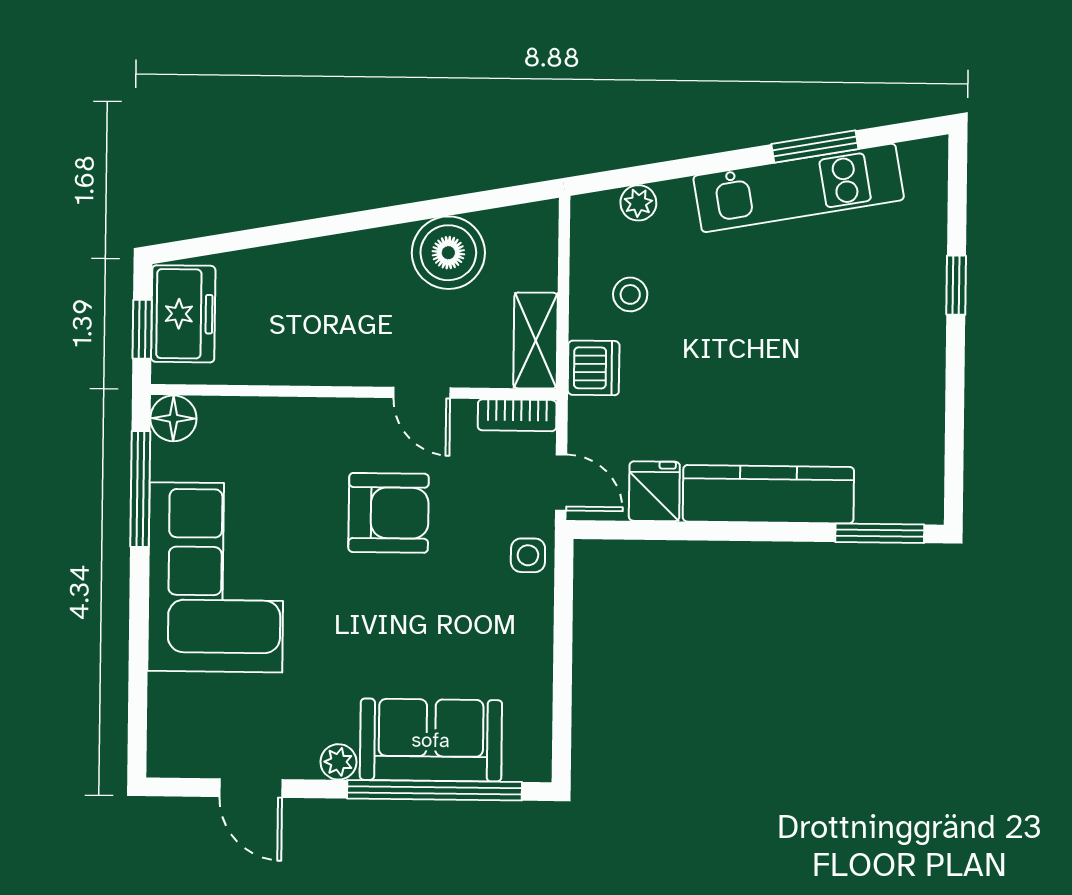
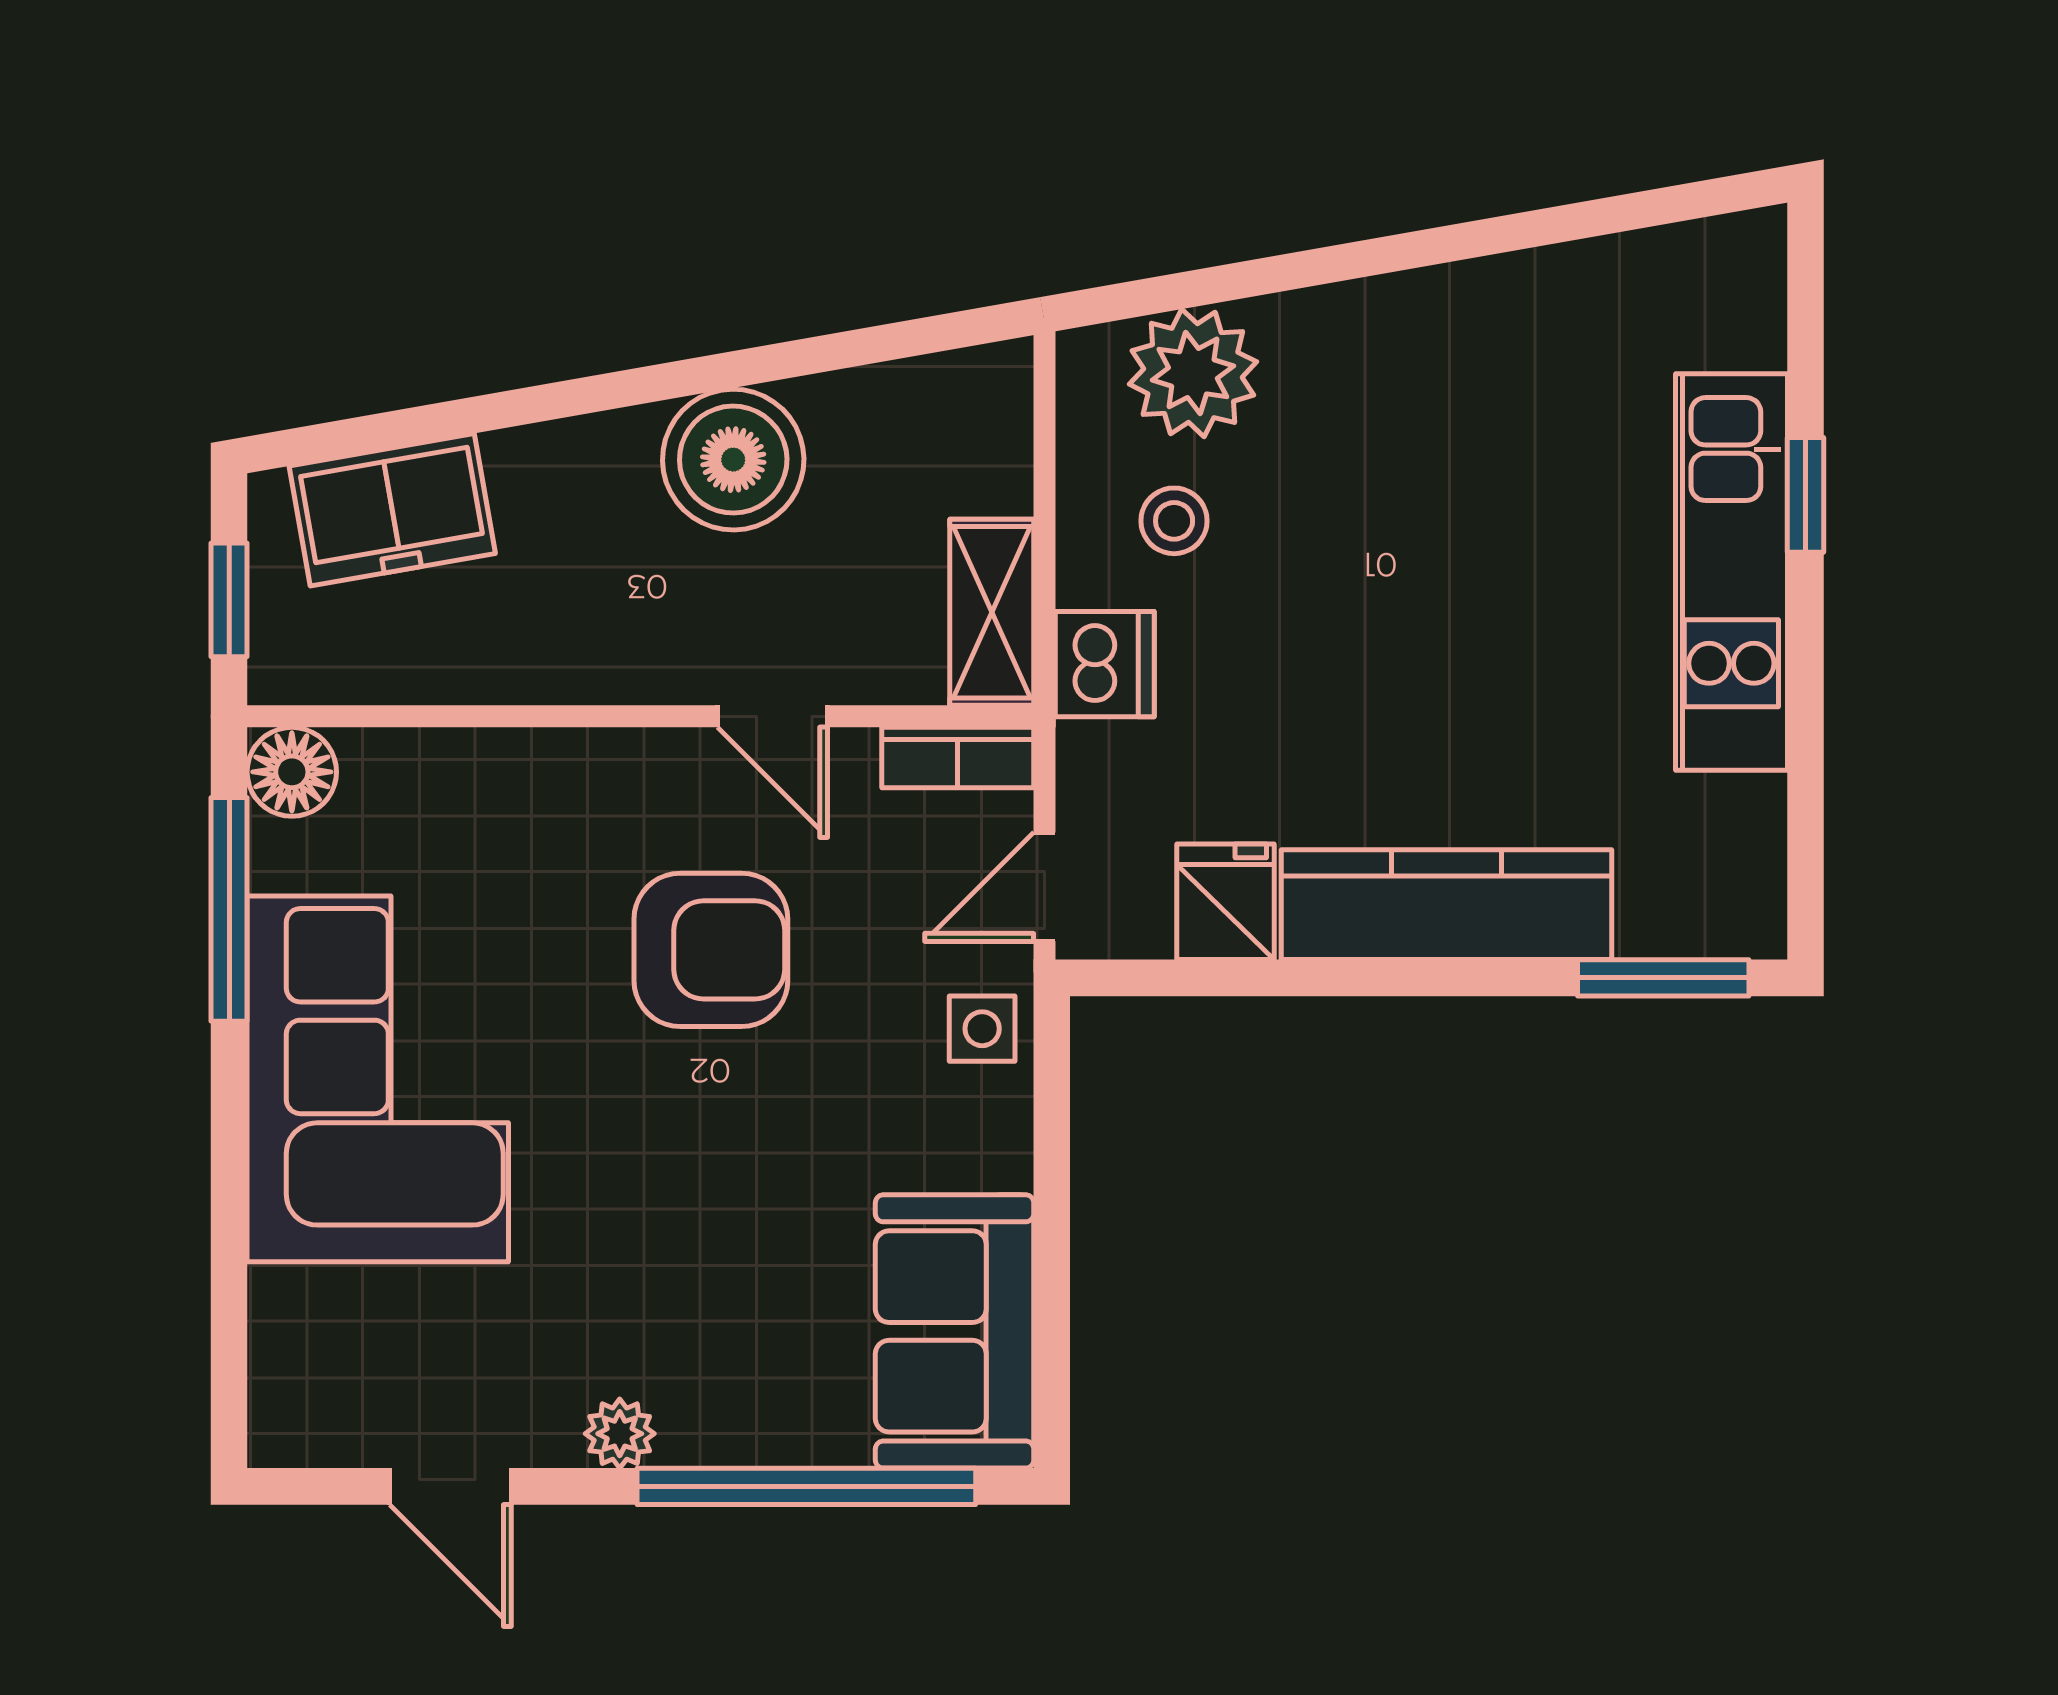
window: (815, 146) -> (1528, 230), removed
kitchen unit: (799, 188) -> (1731, 572), moved, turned 100
plant: (638, 203) -> (1193, 373), width x1.88, depth x1.88
boiler: (448, 253) -> (733, 460), moved
freezer: (183, 314) -> (392, 510), moved, turned 80
door: (561, 483) -> (1045, 887), swing flipped
sofa: (431, 740) -> (955, 1331), moved, turned -90

